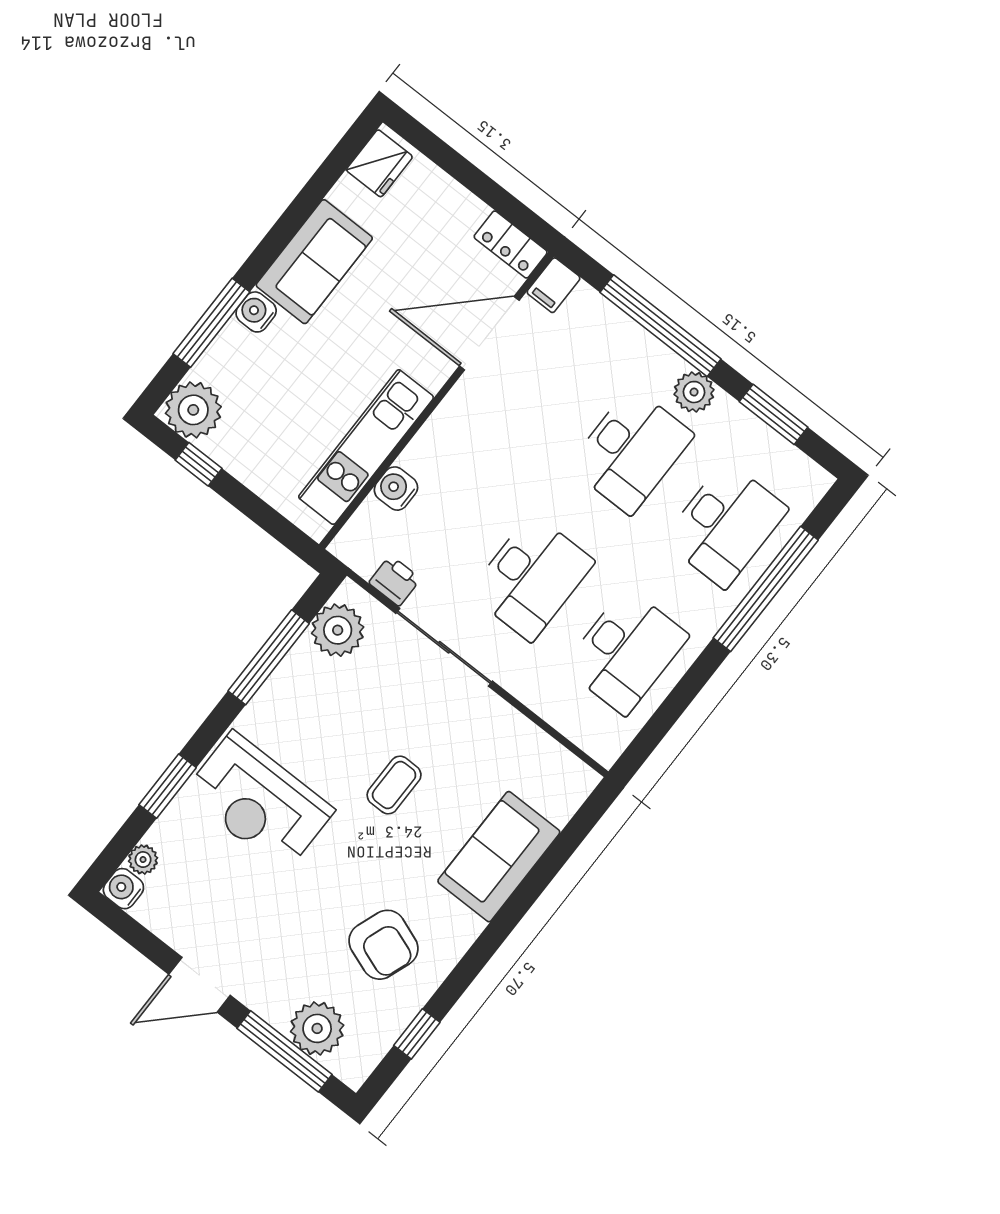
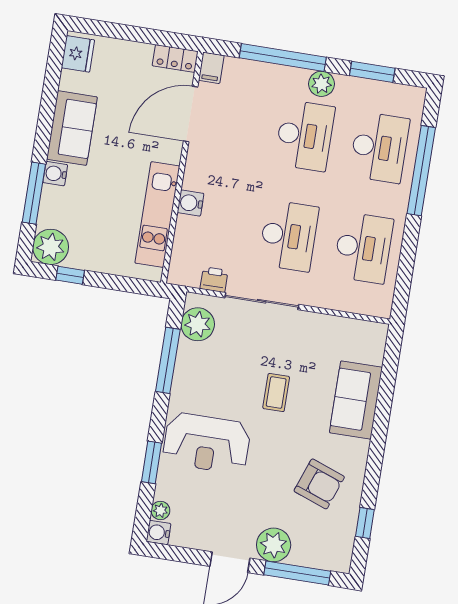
water cooler: (396, 489) -> (191, 203), moved
plant: (317, 1028) -> (274, 545), moved

